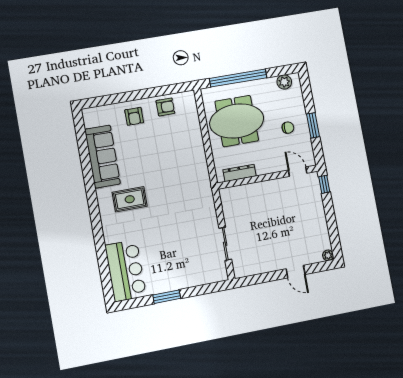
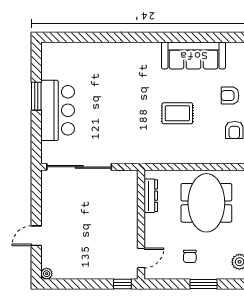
window: (313, 125) -> (203, 284), moved
rug: (130, 199) -> (177, 113), moved, turned 90
sliding door: (225, 244) -> (79, 167), width x1.86
bar counter: (126, 271) -> (58, 110), moved, turned -90

